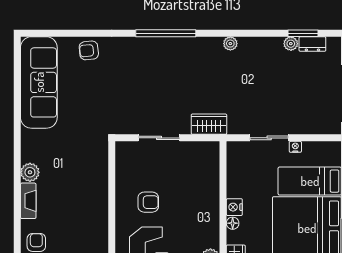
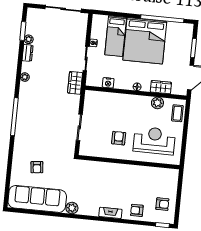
dresser: (312, 44) -> (28, 53), moved
armchair: (89, 50) -> (37, 167), moved
wardrobe: (209, 124) -> (75, 83), moved
plant: (30, 172) -> (72, 208), moved
nightstand: (234, 207) -> (108, 83), moved

